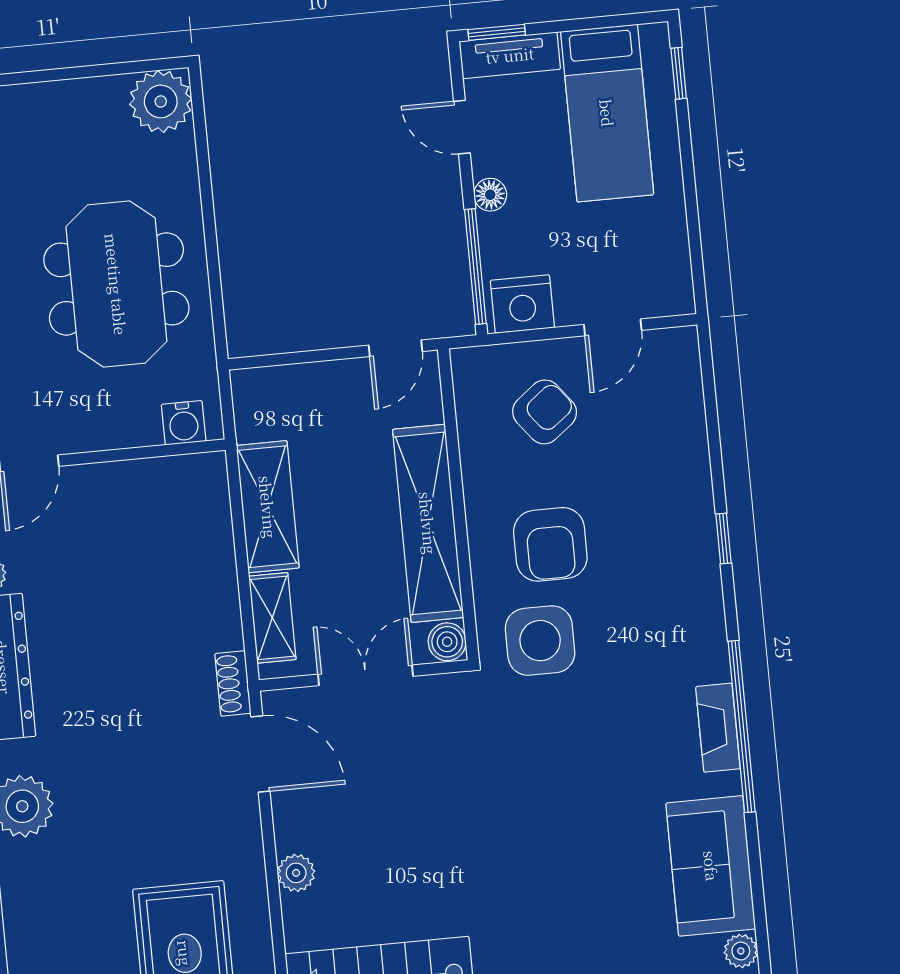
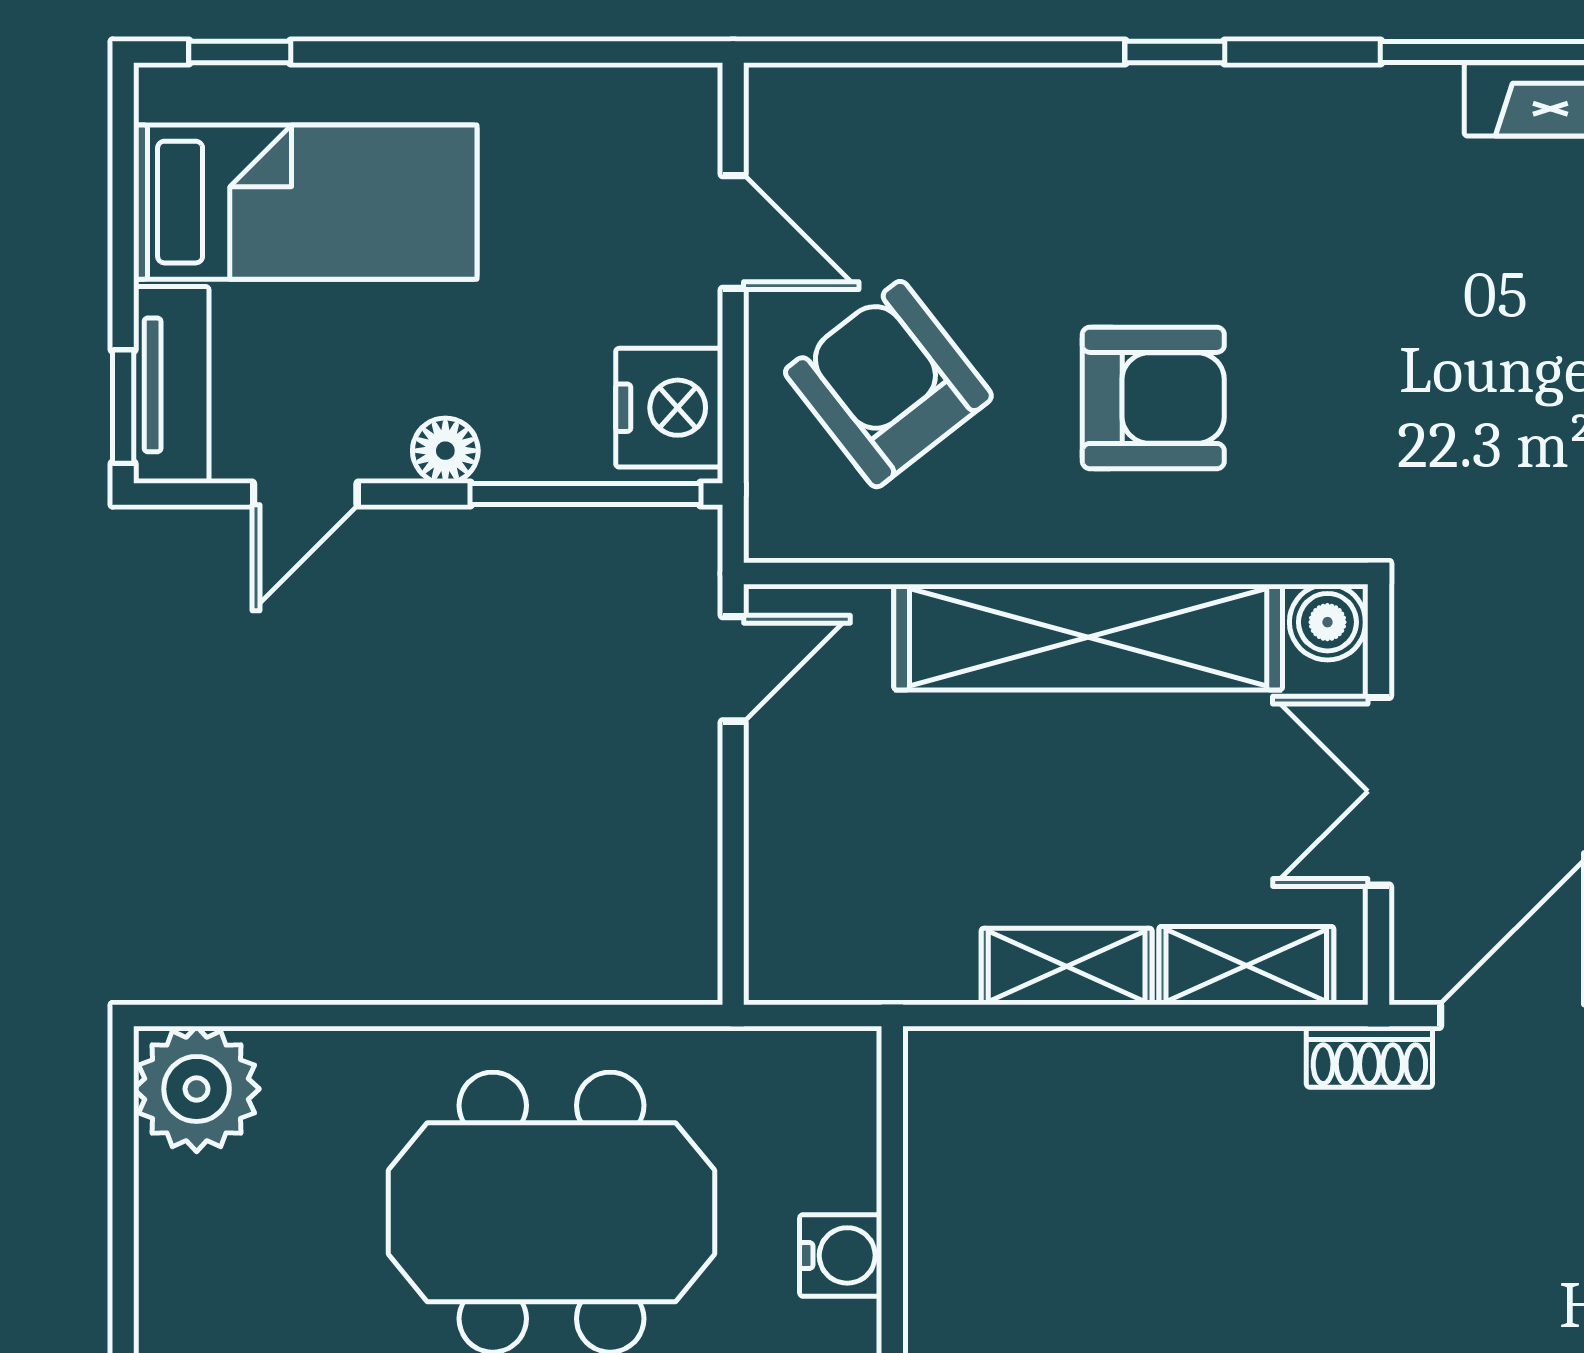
door: (396, 348) -> (733, 669), hinge flipped
armchair: (545, 412) -> (888, 384), width x1.38, depth x1.38
water cooler: (184, 423) -> (841, 1255), moved
shelving: (268, 507) -> (1067, 967), width x0.67, depth x0.75
side table: (540, 641) -> (1343, 437), removed

